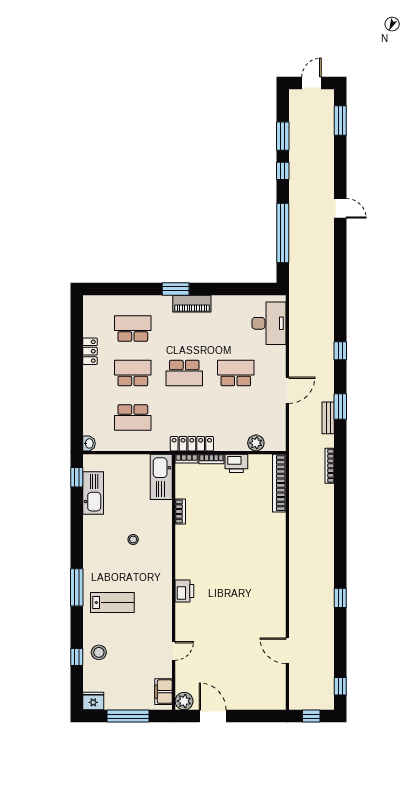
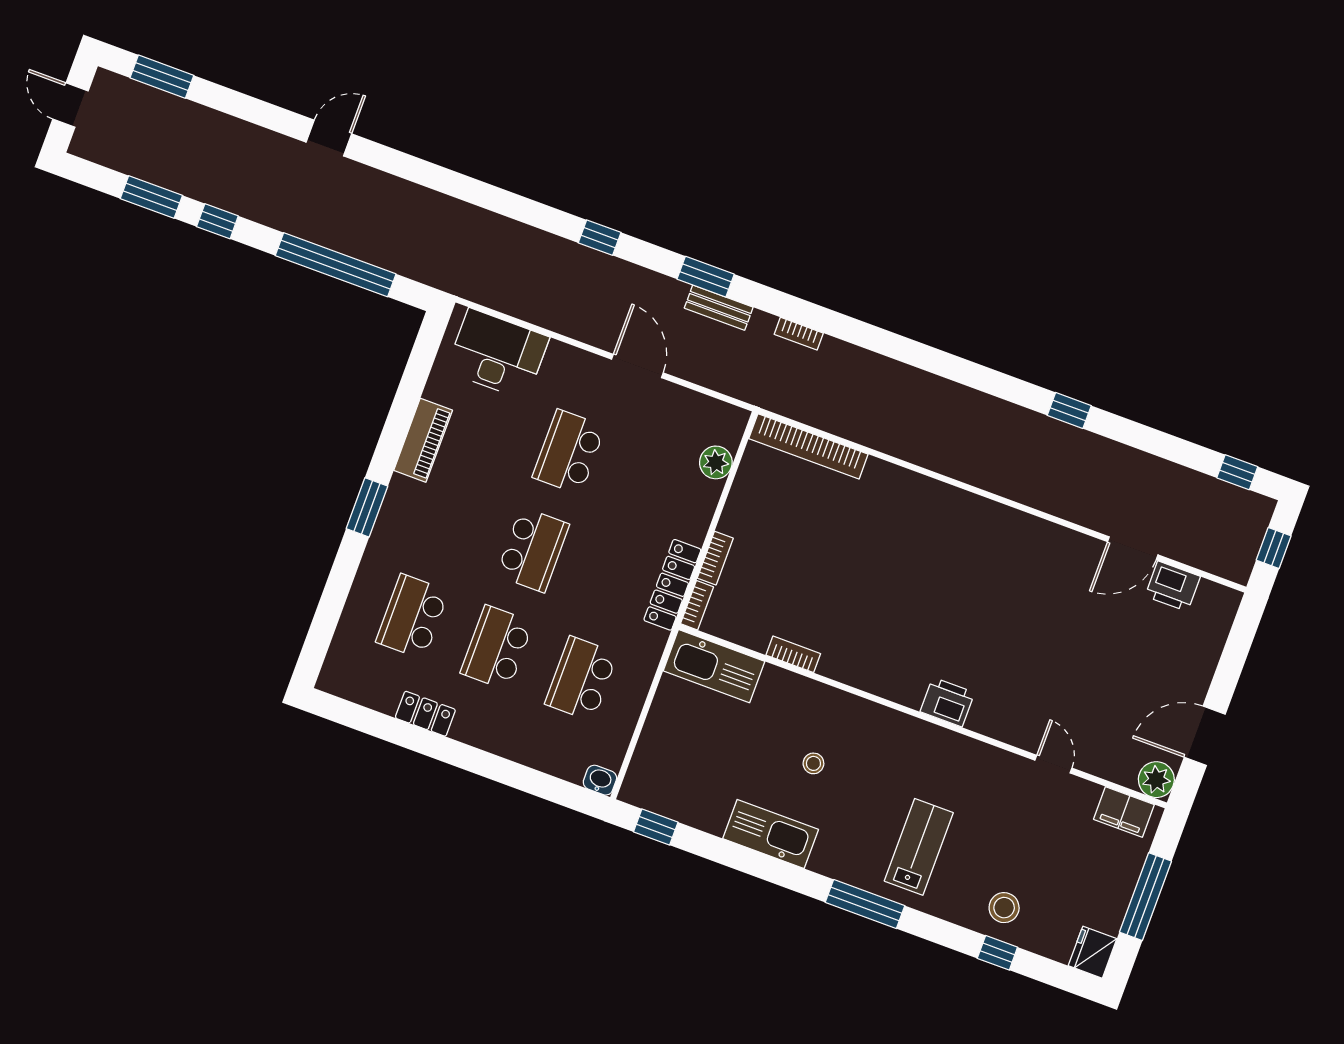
piano: (192, 304) -> (423, 440), moved
school desk: (133, 417) -> (581, 679), turned 180
printer: (236, 463) -> (1173, 586), moved, turned 90
bookcase: (330, 466) -> (799, 334), width x0.64
kitchen sink: (93, 493) -> (771, 834), moved

